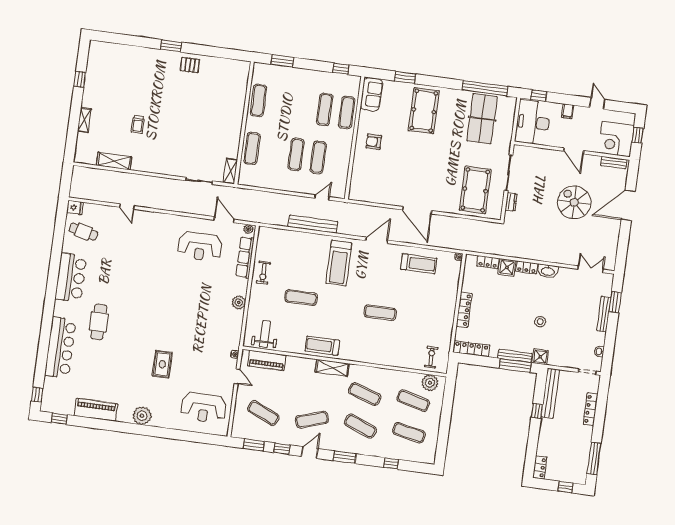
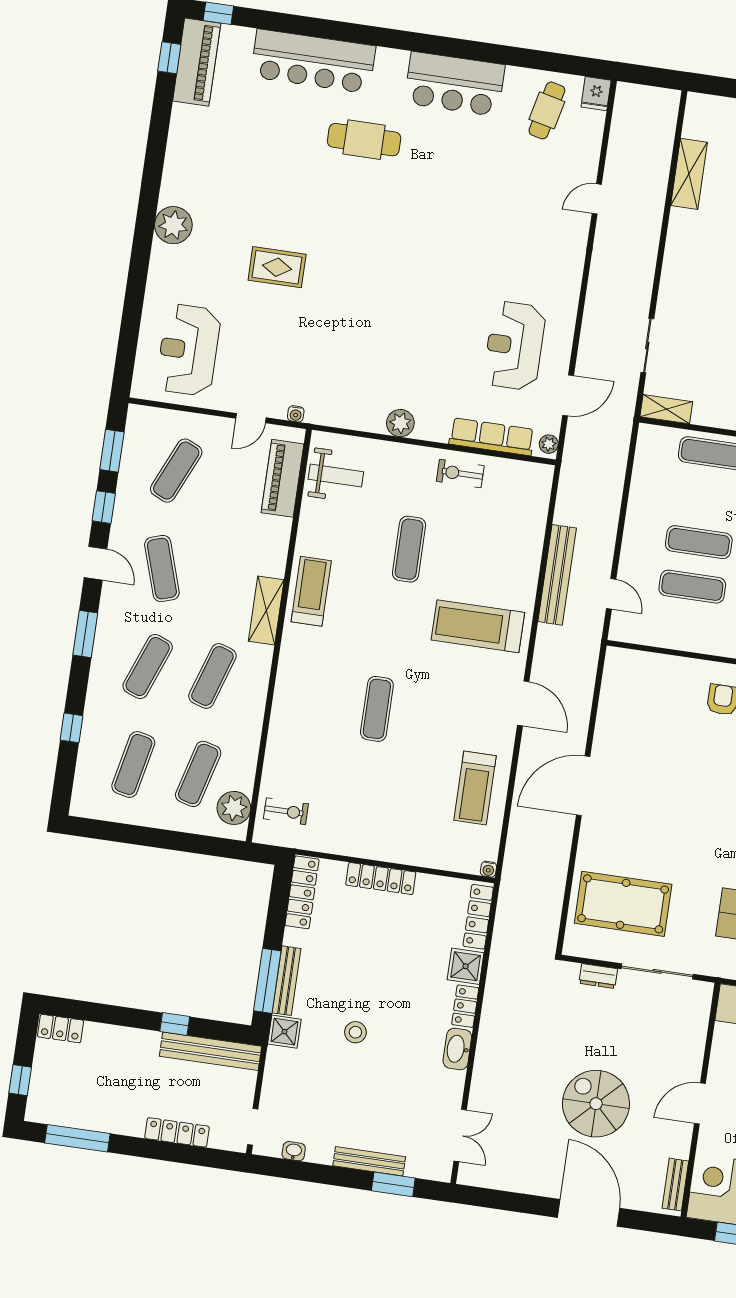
spiral stairs: (574, 202) -> (596, 1104), turned -90
locker: (488, 262) -> (478, 917), width x1.53
piano: (96, 410) -> (197, 62), moved

